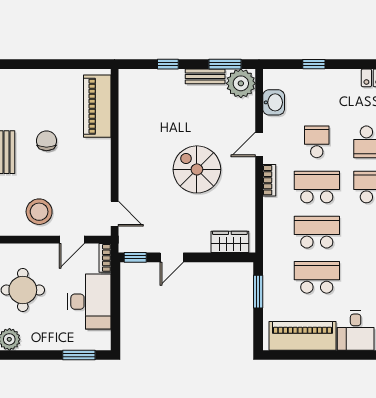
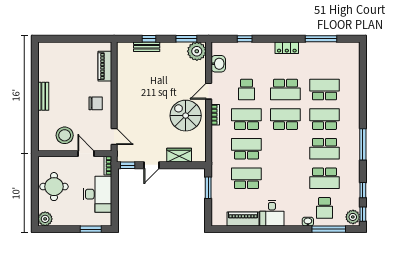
bench: (205, 76) -> (147, 47), moved
piano: (97, 106) -> (105, 66), width x0.73, depth x0.75
chair: (47, 141) -> (96, 103), moved, turned 90
school desk: (317, 142) -> (246, 90), turned 180
spiral stairs: (197, 169) -> (186, 116), moved
door: (72, 240) -> (86, 154), swing flipped
wardrobe: (230, 242) -> (179, 155), moved
piano: (303, 336) -> (243, 219), width x0.73, depth x0.75

